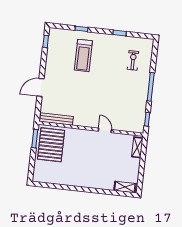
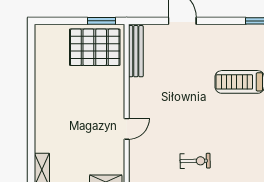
exercise bike: (133, 60) -> (195, 161), moved

